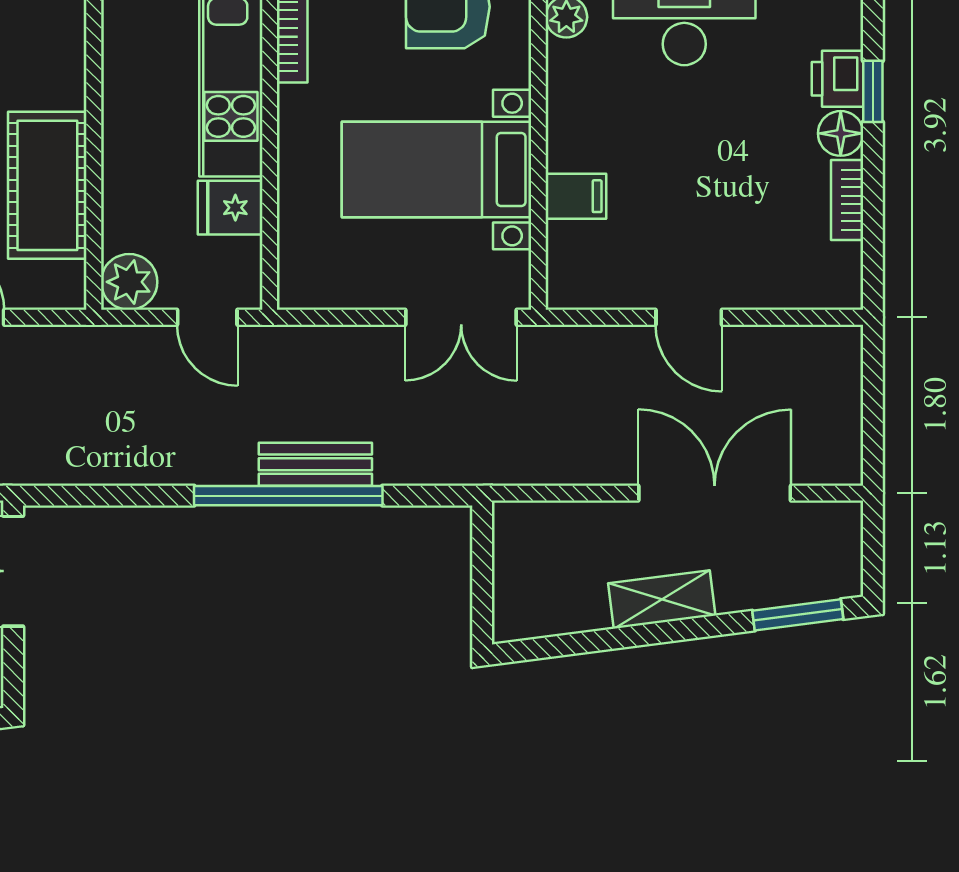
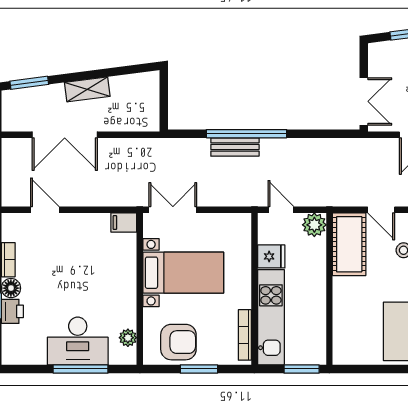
cot: (47, 185) -> (349, 244), moved
filing cabinet: (576, 196) -> (124, 222), moved
door: (689, 317) -> (45, 210), moved

